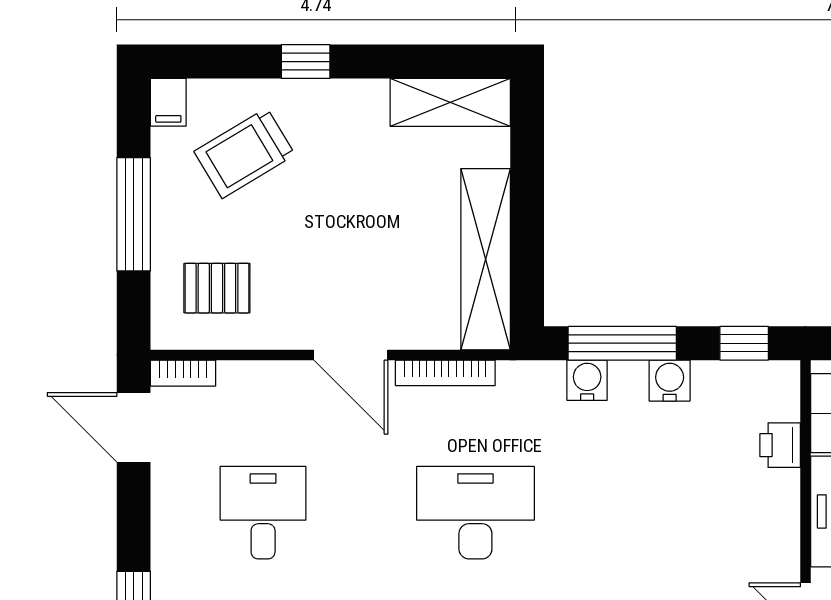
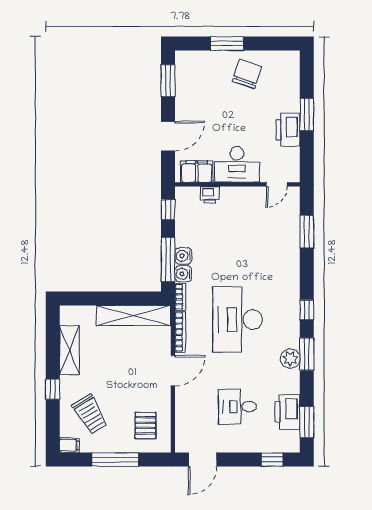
shelving: (450, 102) -> (69, 350), moved
bookcase: (183, 373) -> (180, 297), moved
water cooler: (670, 381) -> (183, 256), moved
desk: (475, 513) -> (237, 320), width x1.36, depth x1.30

